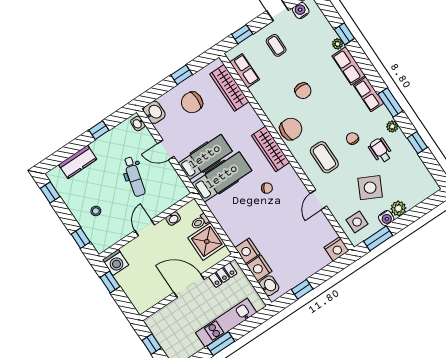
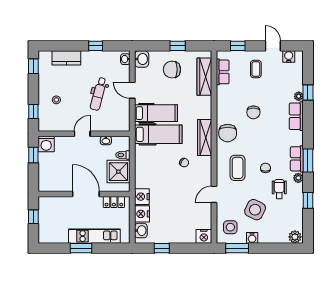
row of seats: (369, 94) -> (297, 159), moved
chair: (291, 129) -> (228, 133), turned 90
plant: (398, 208) -> (295, 237), moved

